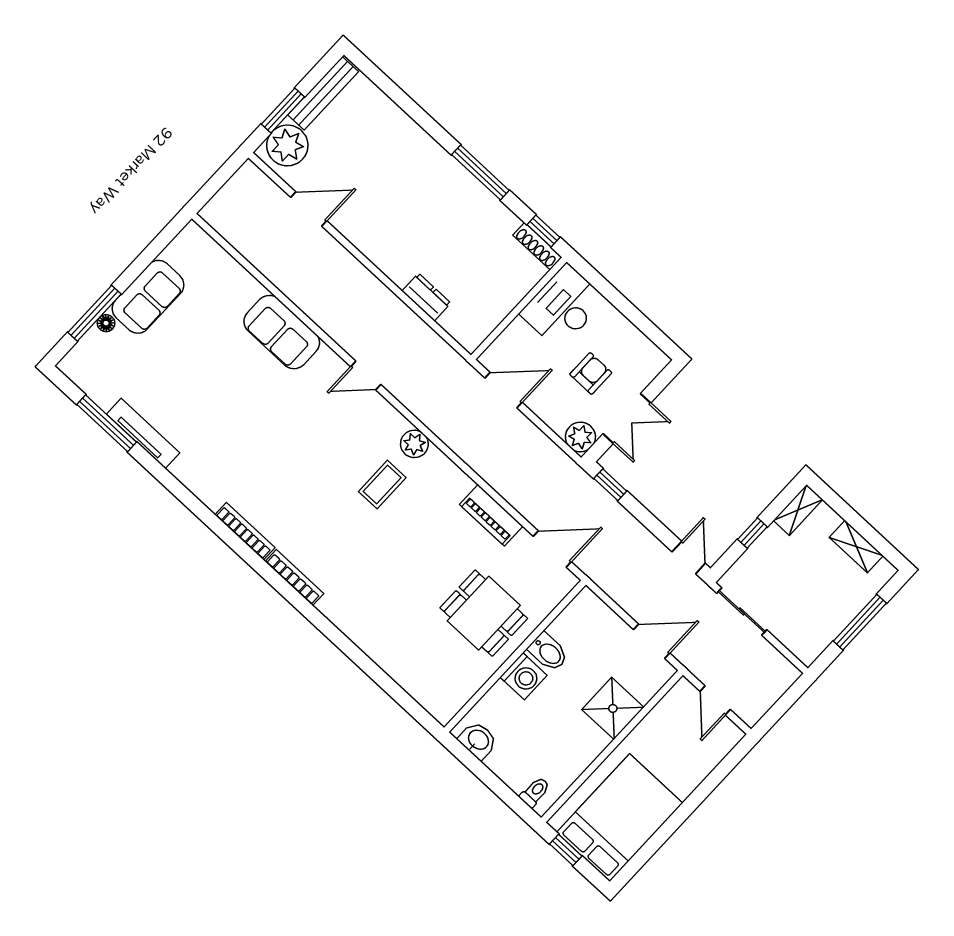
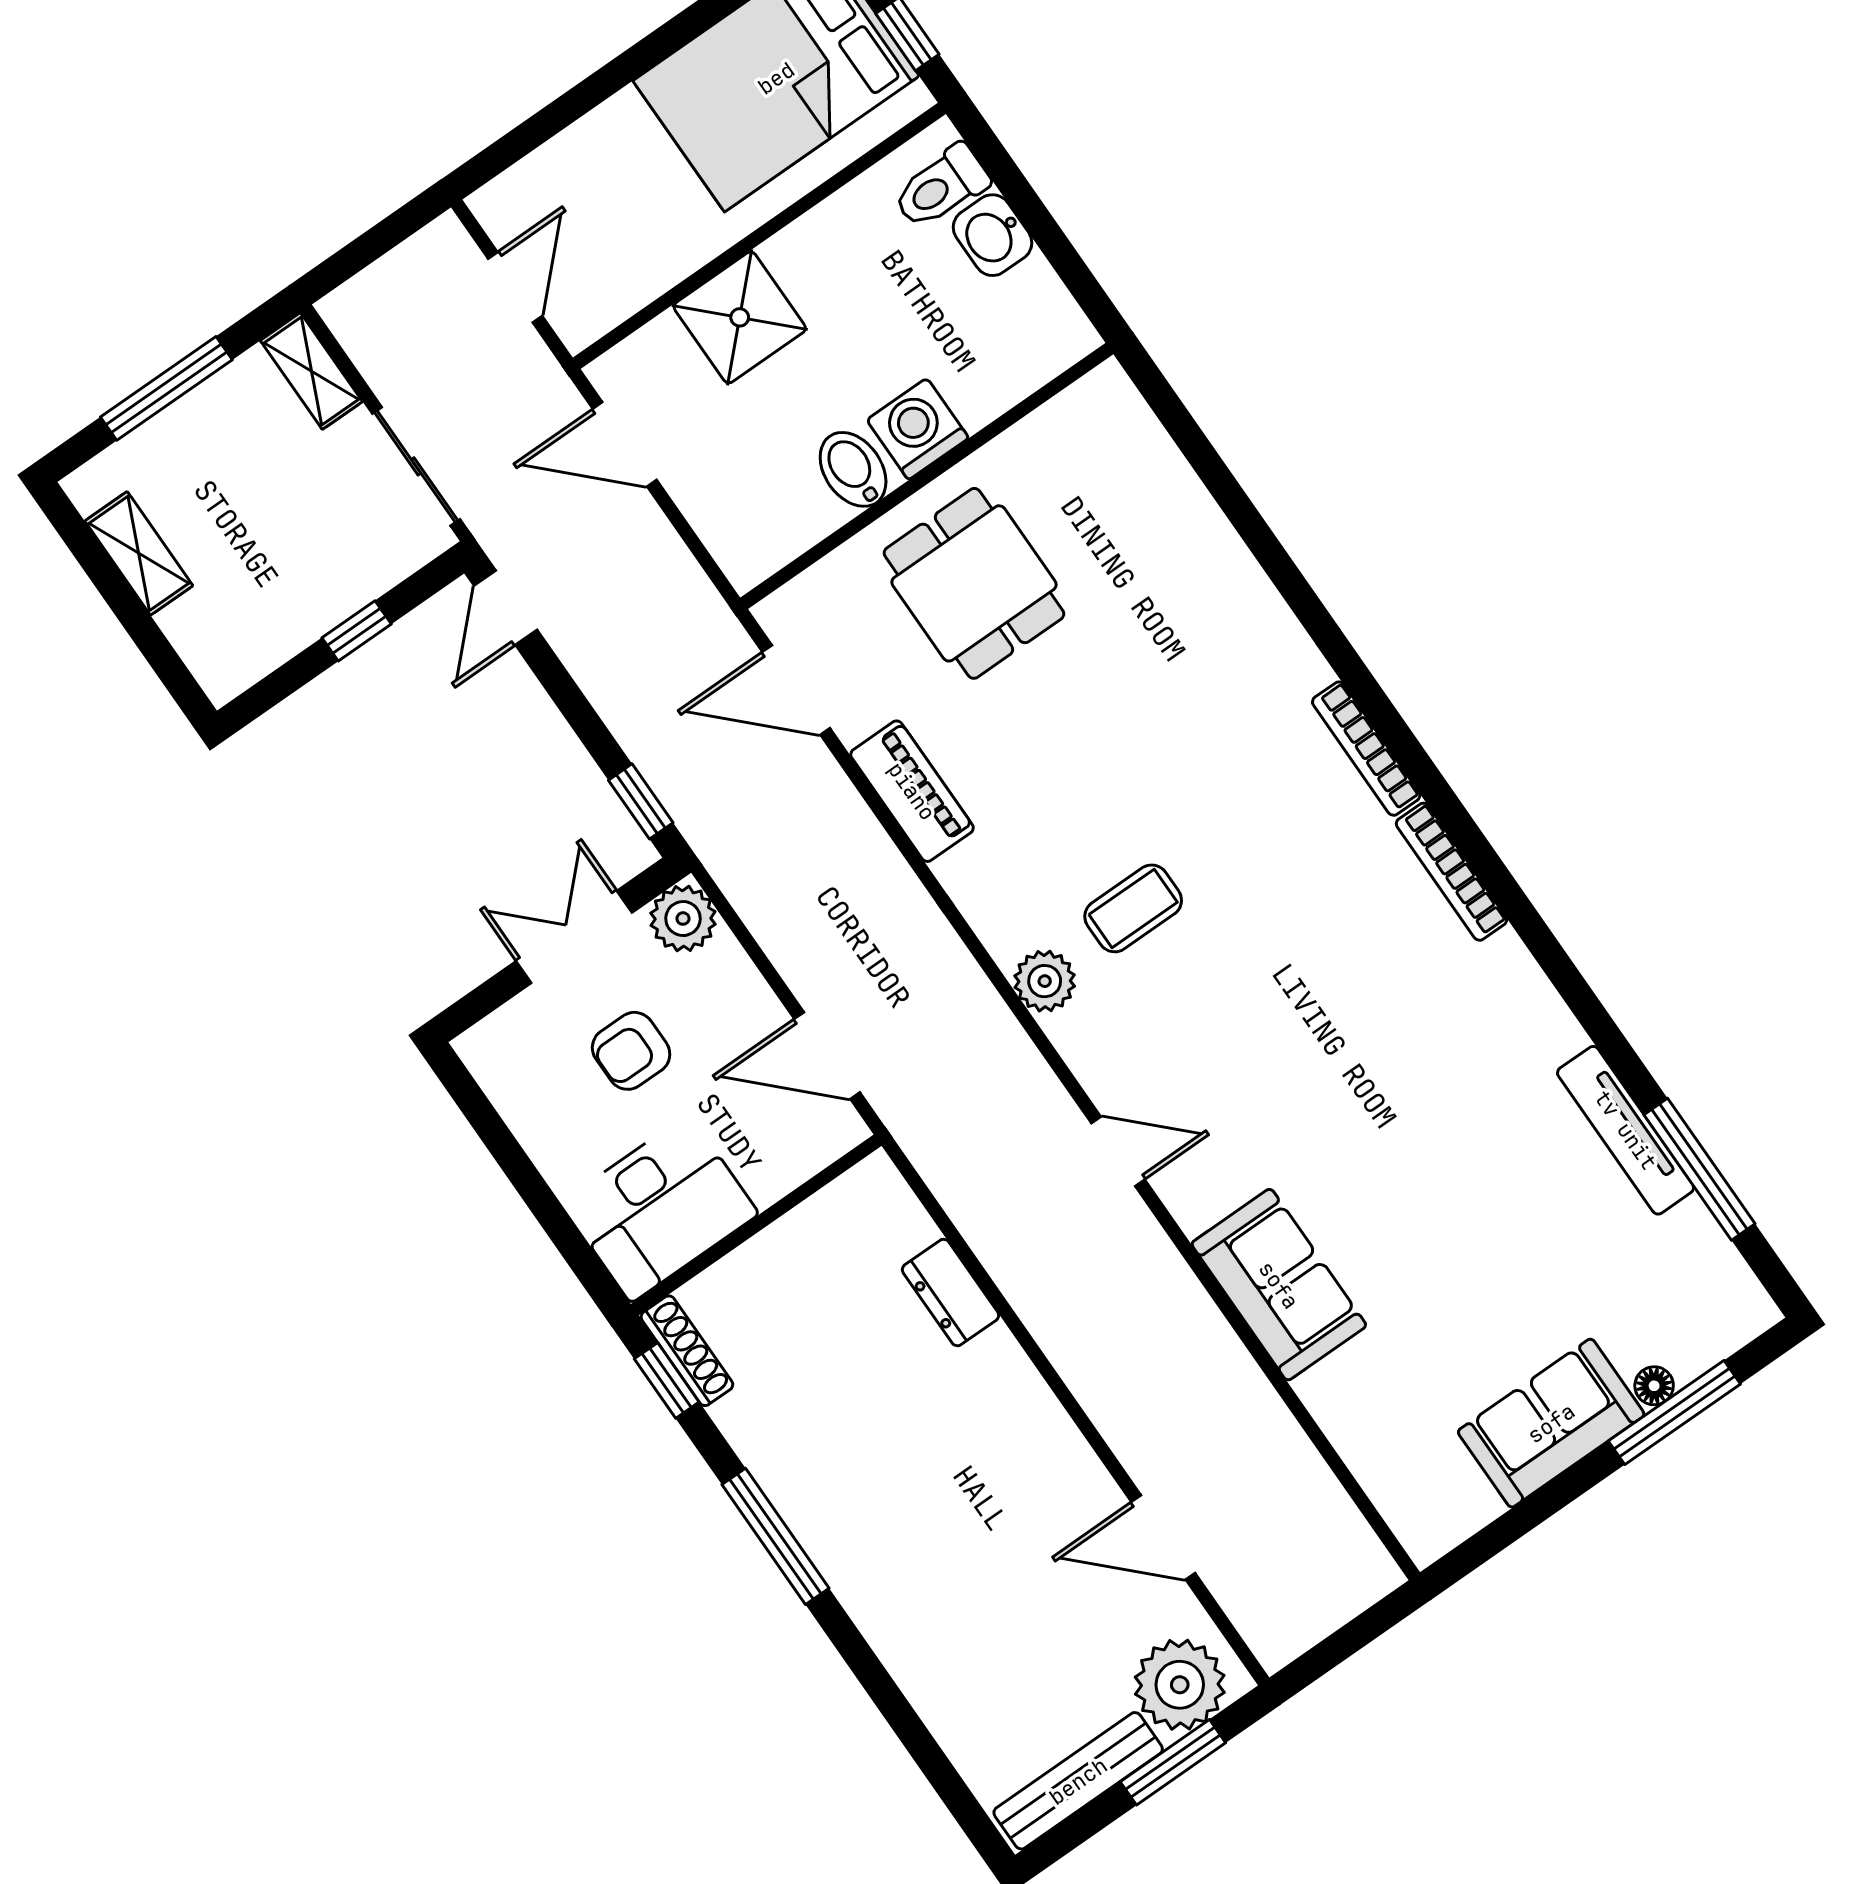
shelving: (798, 510) -> (311, 371), moved, turned 90
washbasin: (478, 740) -> (993, 235), moved
toilet: (535, 792) -> (941, 187), width x1.37, depth x1.39

